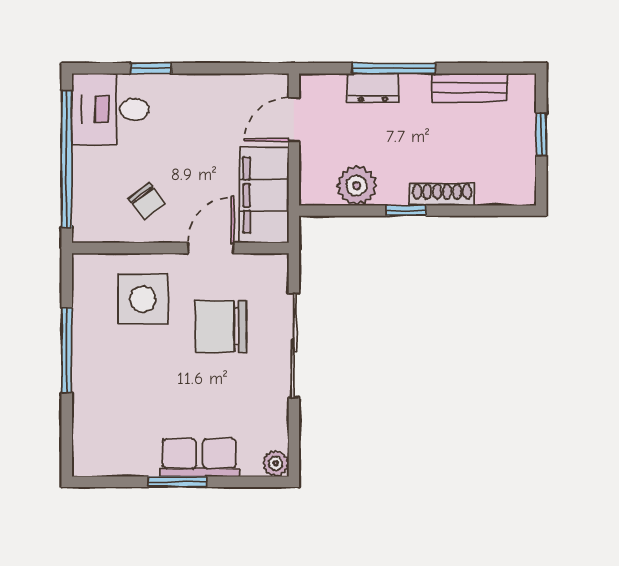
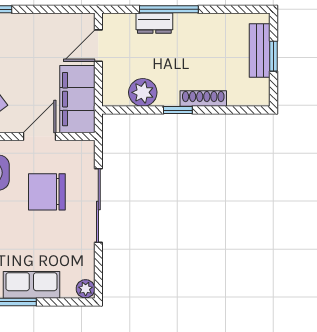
bench: (469, 88) -> (260, 50), moved, turned 90

